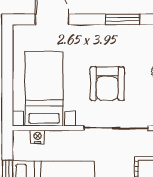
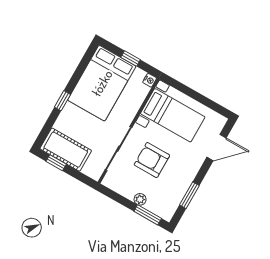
nightstand: (38, 137) -> (150, 80), moved

